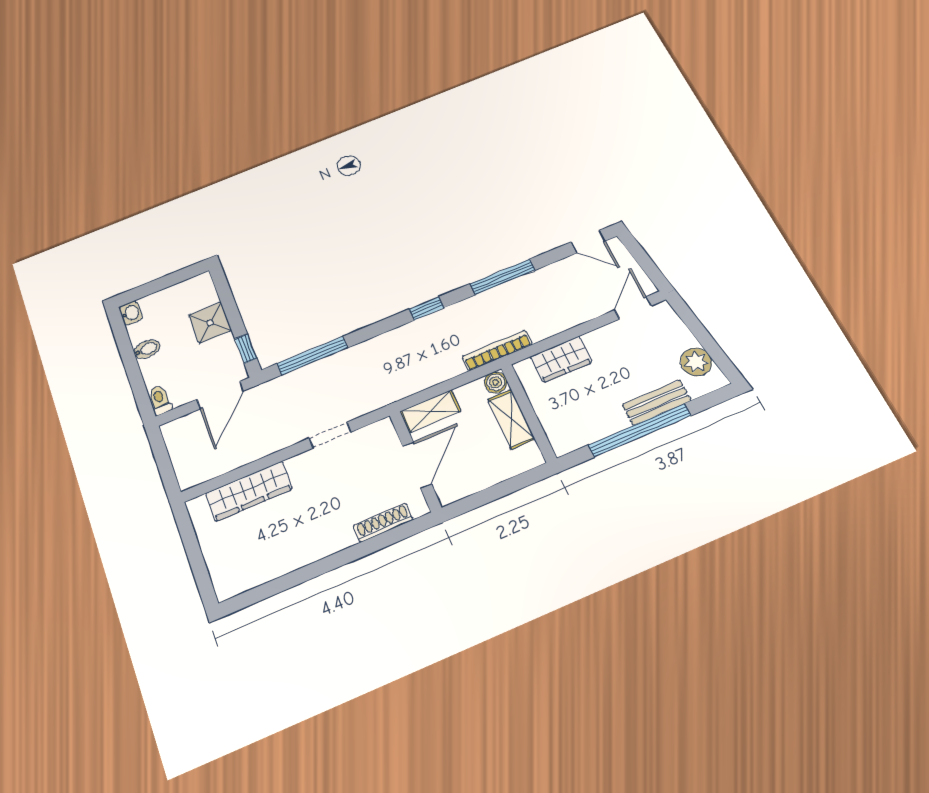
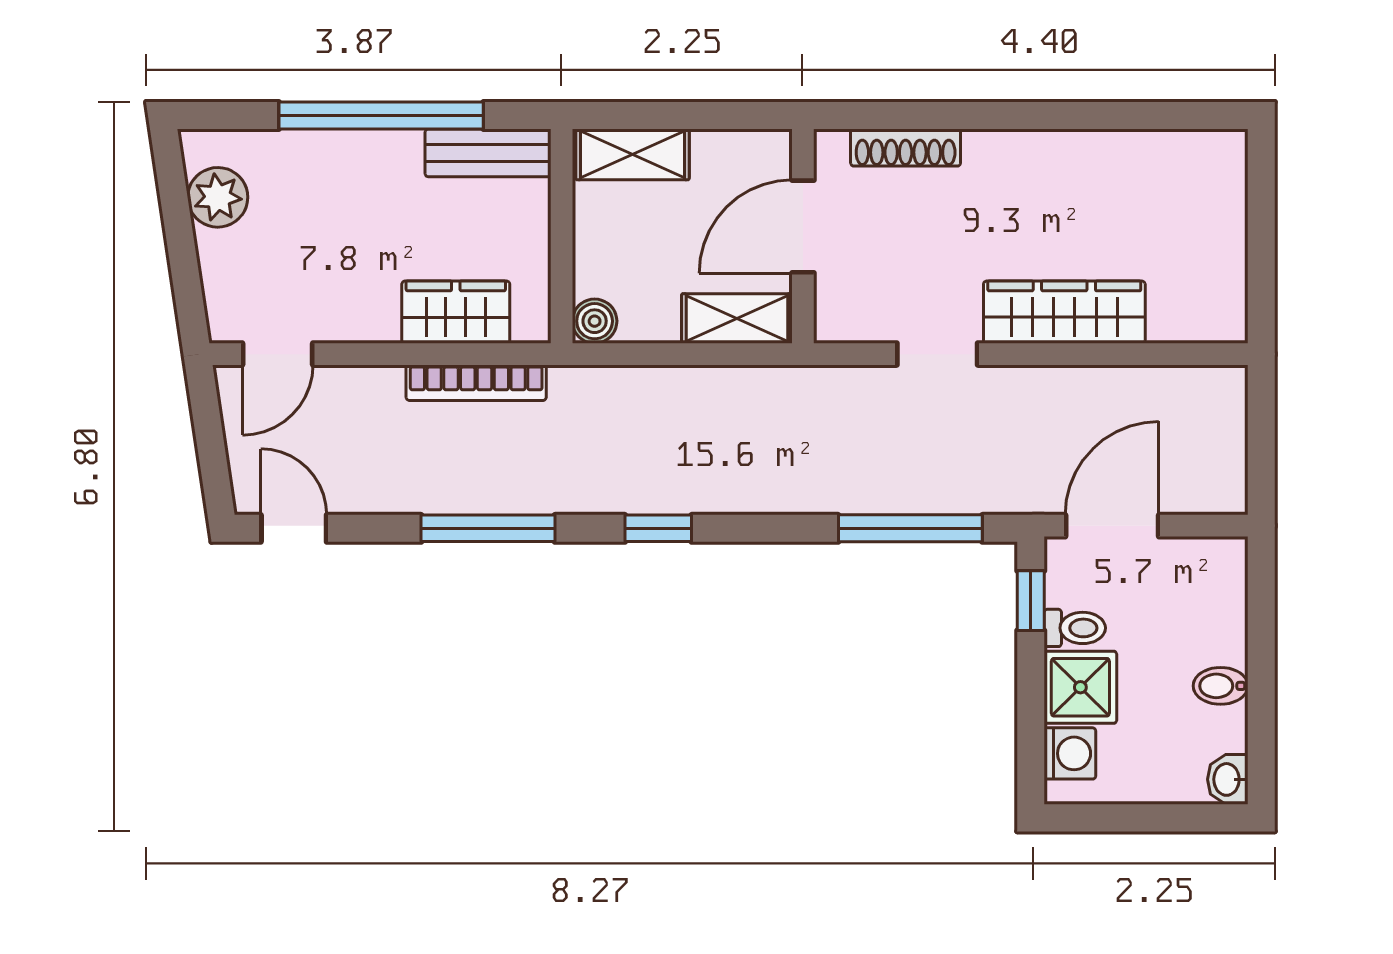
washing machine: (205, 295) -> (1070, 753), added
bookcase: (497, 350) -> (476, 383), moved
toilet: (160, 400) -> (1075, 628), moved, turned -90
bench: (657, 403) -> (488, 153), moved
shelving: (511, 419) -> (633, 154), moved, turned 90
wardrobe: (249, 491) -> (1064, 312), moved

